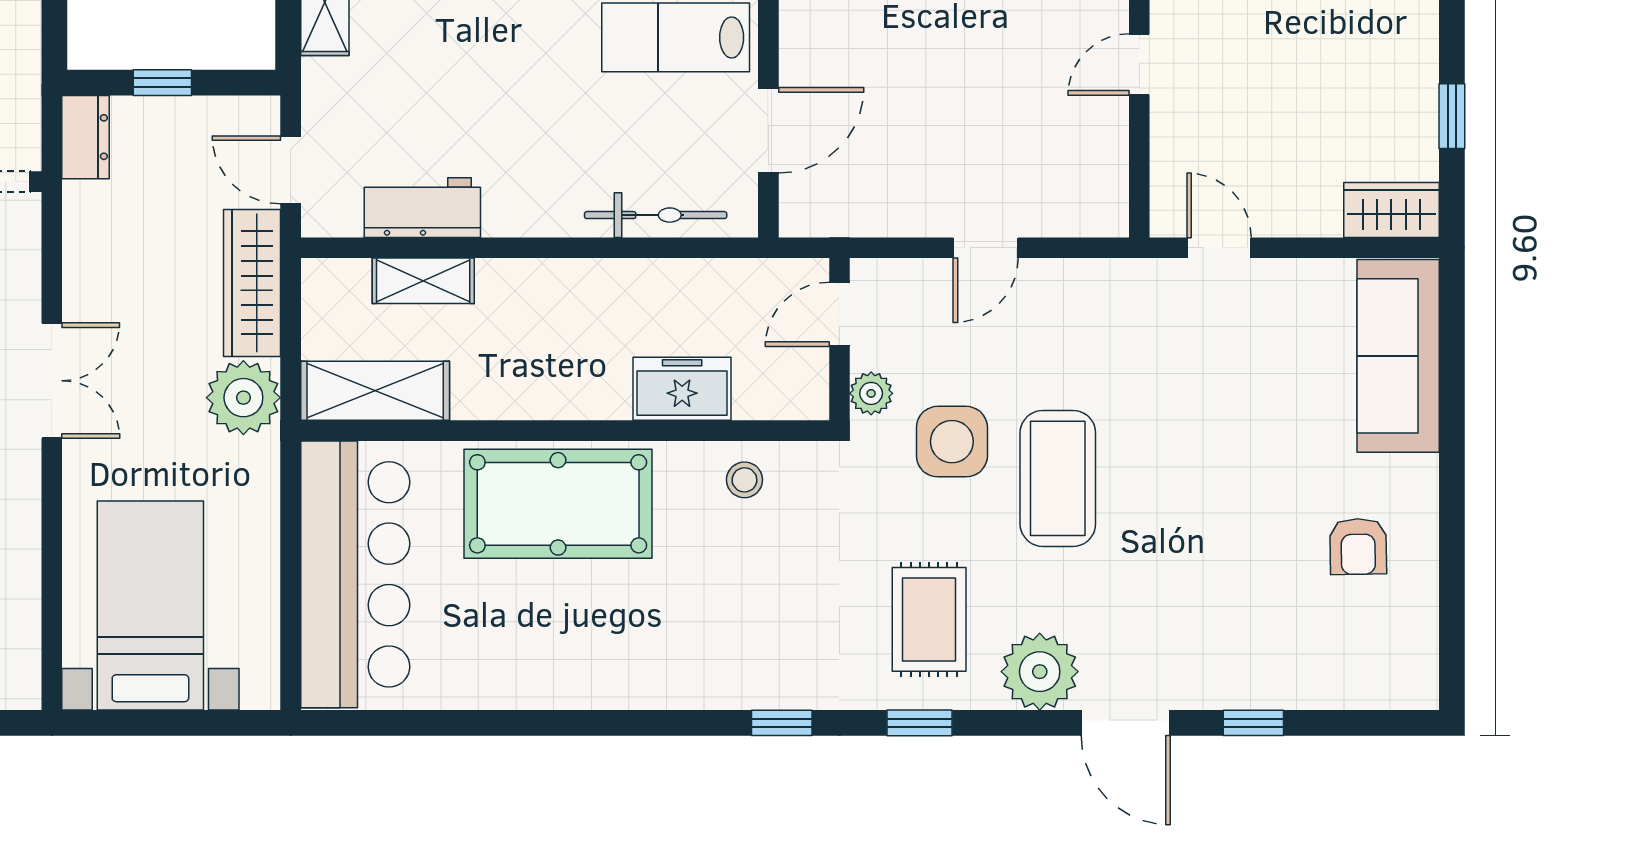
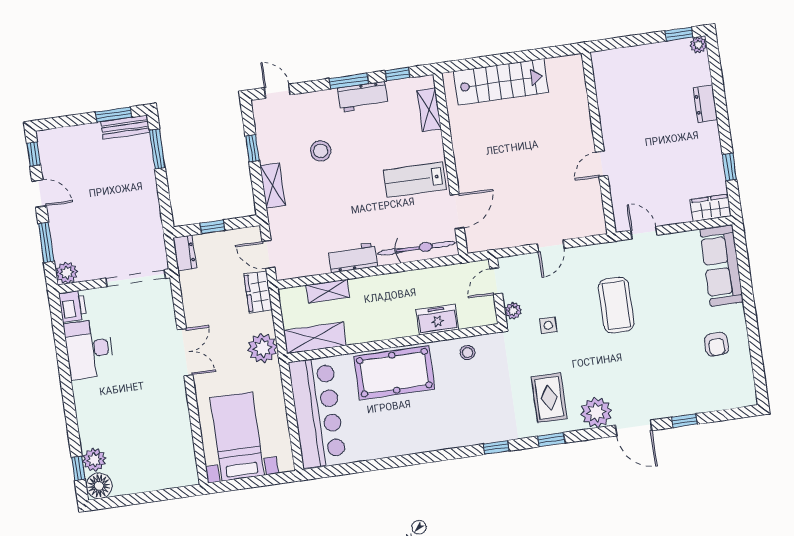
workbench: (422, 208) -> (353, 258), moved
bicycle: (656, 215) -> (416, 248), width x1.37, depth x1.40
wardrobe: (252, 283) -> (258, 292), width x0.67
side table: (952, 442) -> (548, 325), width x0.54, depth x0.54
coffee table: (1058, 478) -> (616, 305), moved

